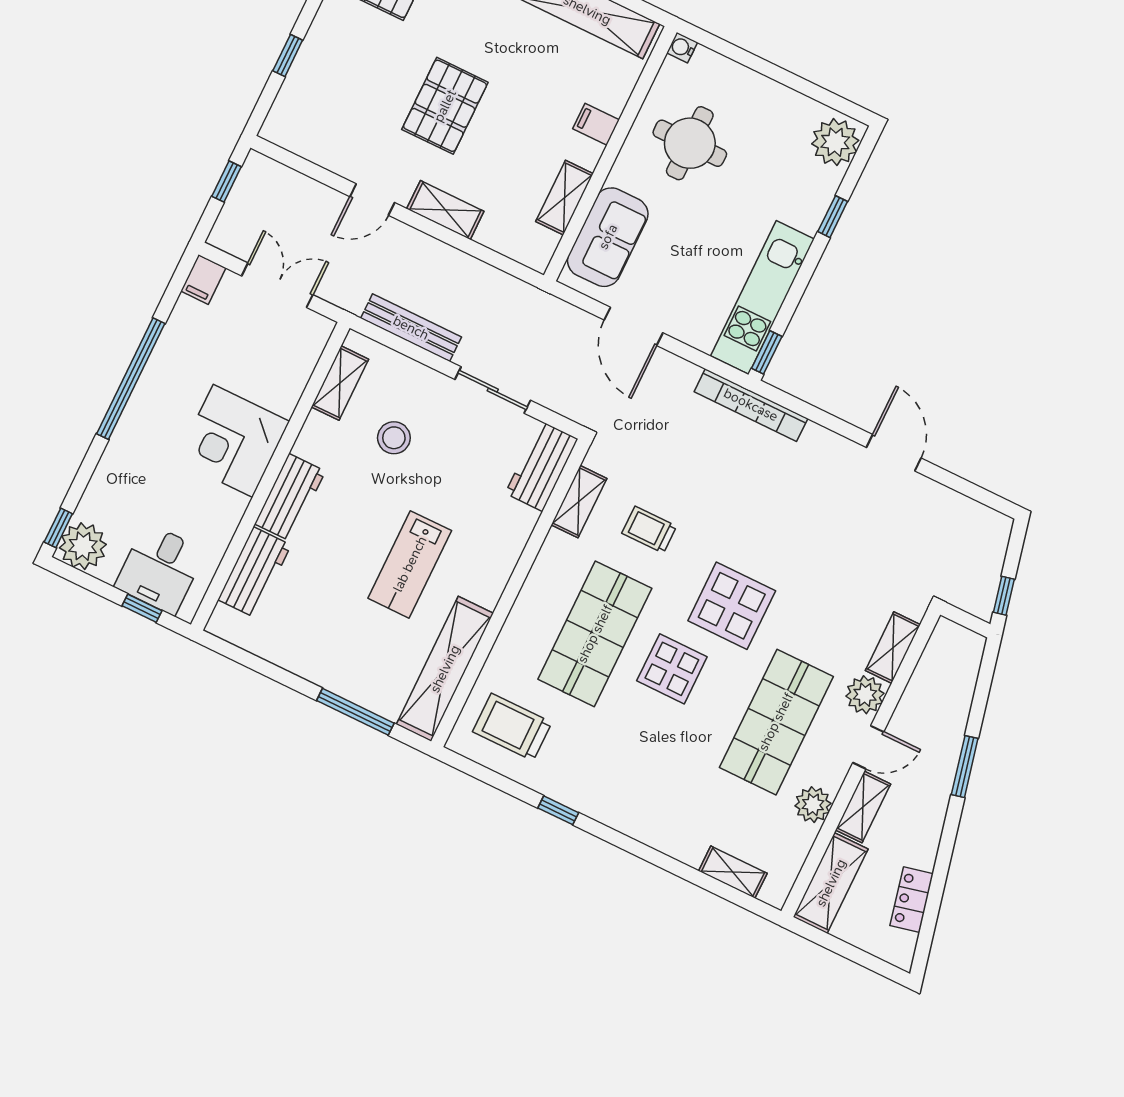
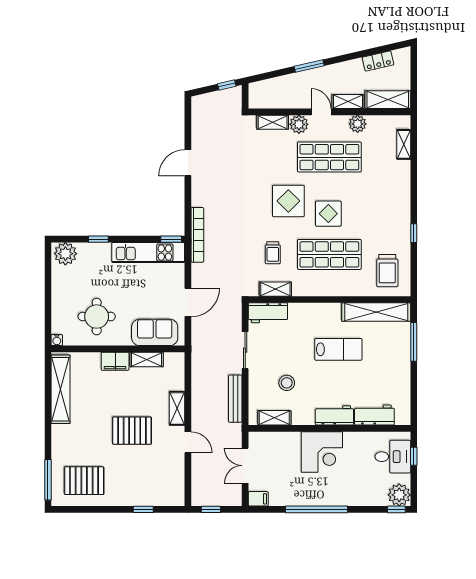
filing cabinet: (596, 124) -> (115, 361), width x2.00

